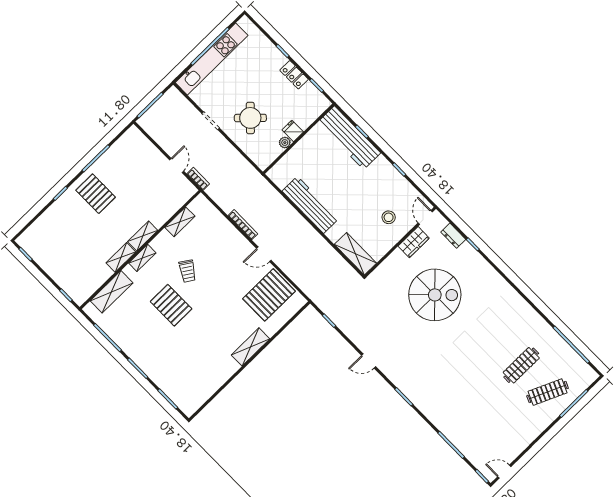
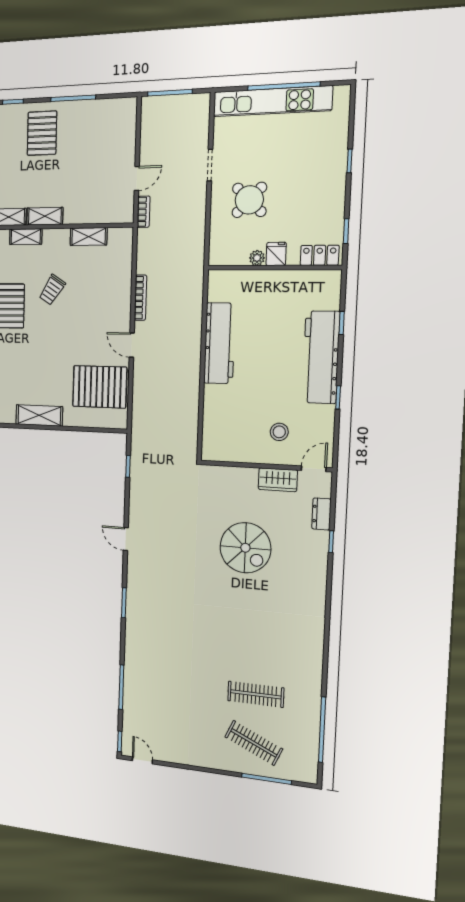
locker: (294, 75) -> (320, 255), moved, turned 90
workbench: (349, 138) -> (321, 357), moved
shelving: (355, 254) -> (213, 433), removed
spiral stairs: (435, 295) -> (245, 548), width x0.73, depth x0.73

